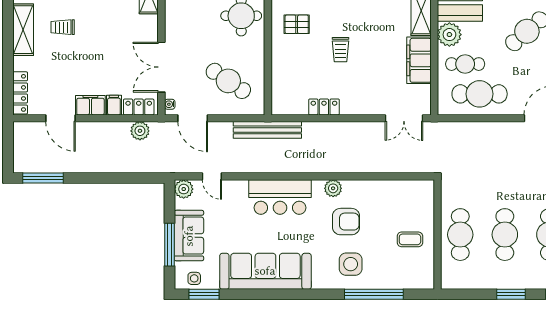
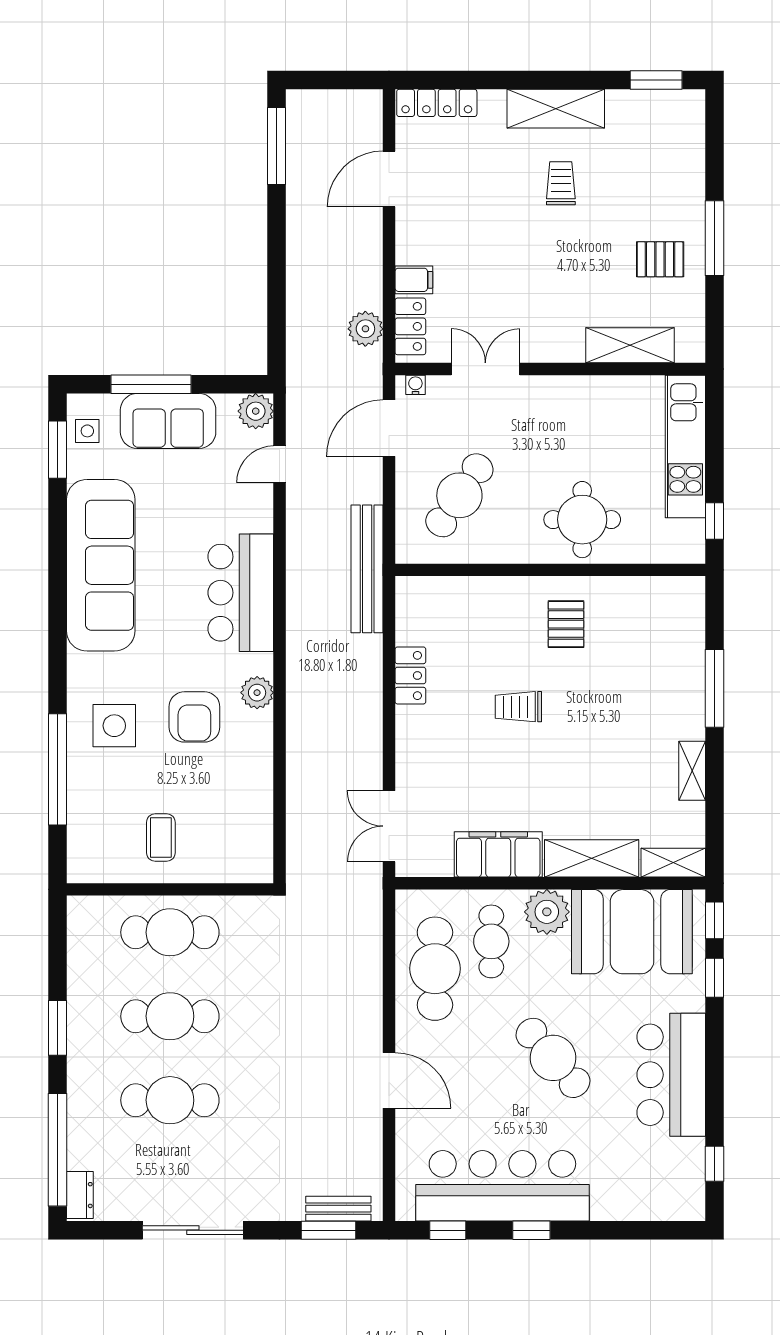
double door: (161, 67) -> (485, 369), width x0.73
filing cabinet: (90, 105) -> (414, 236), removed

